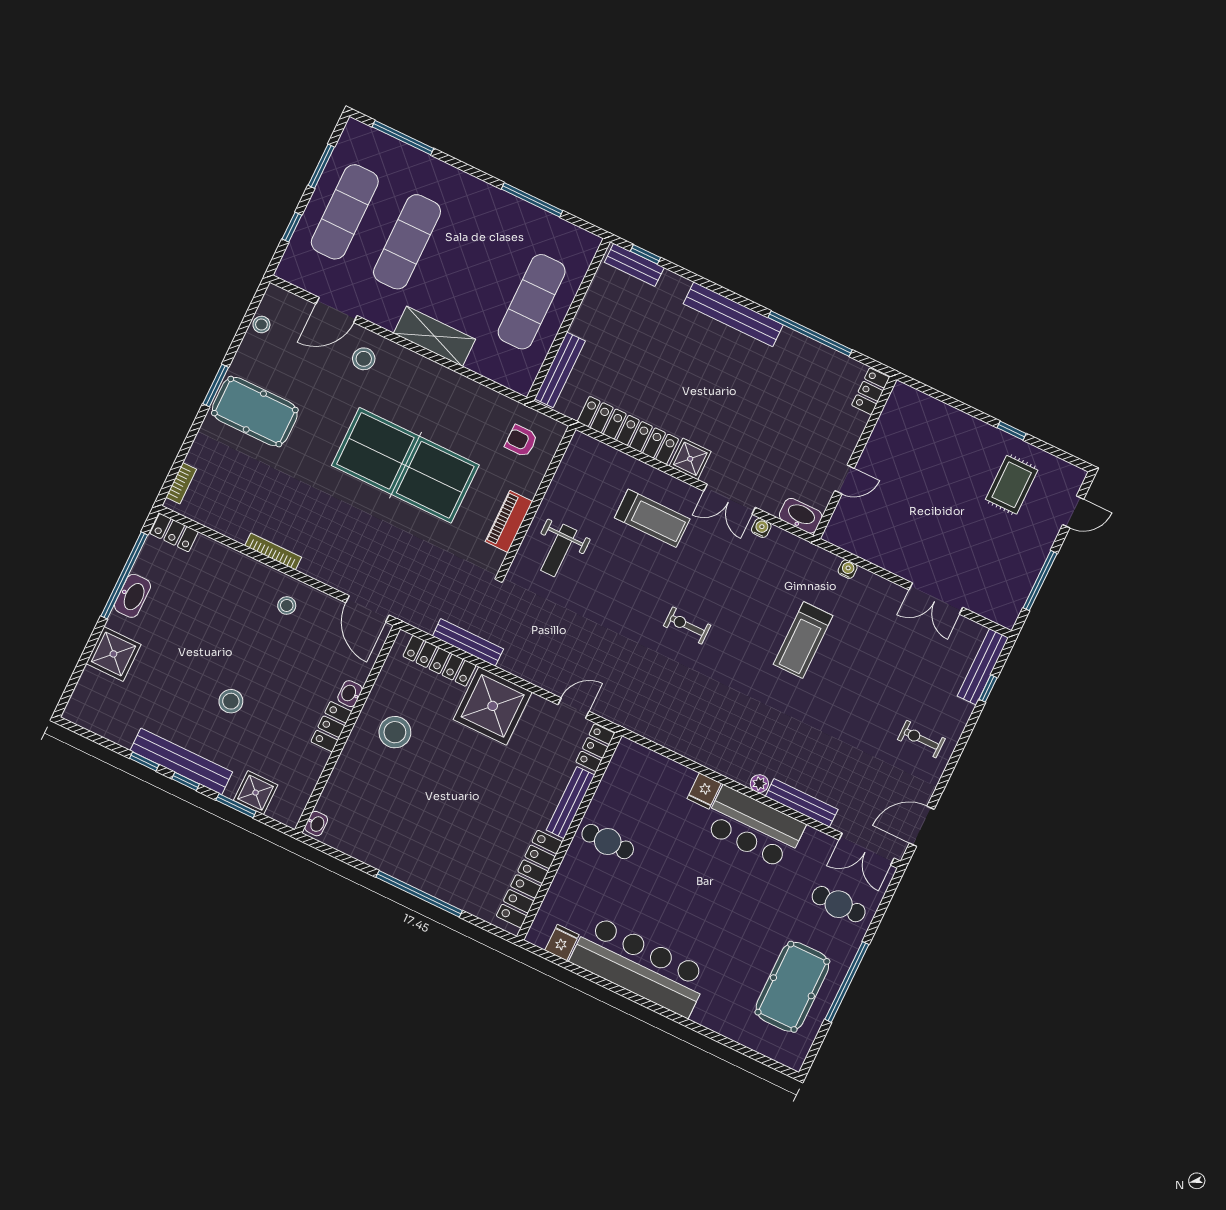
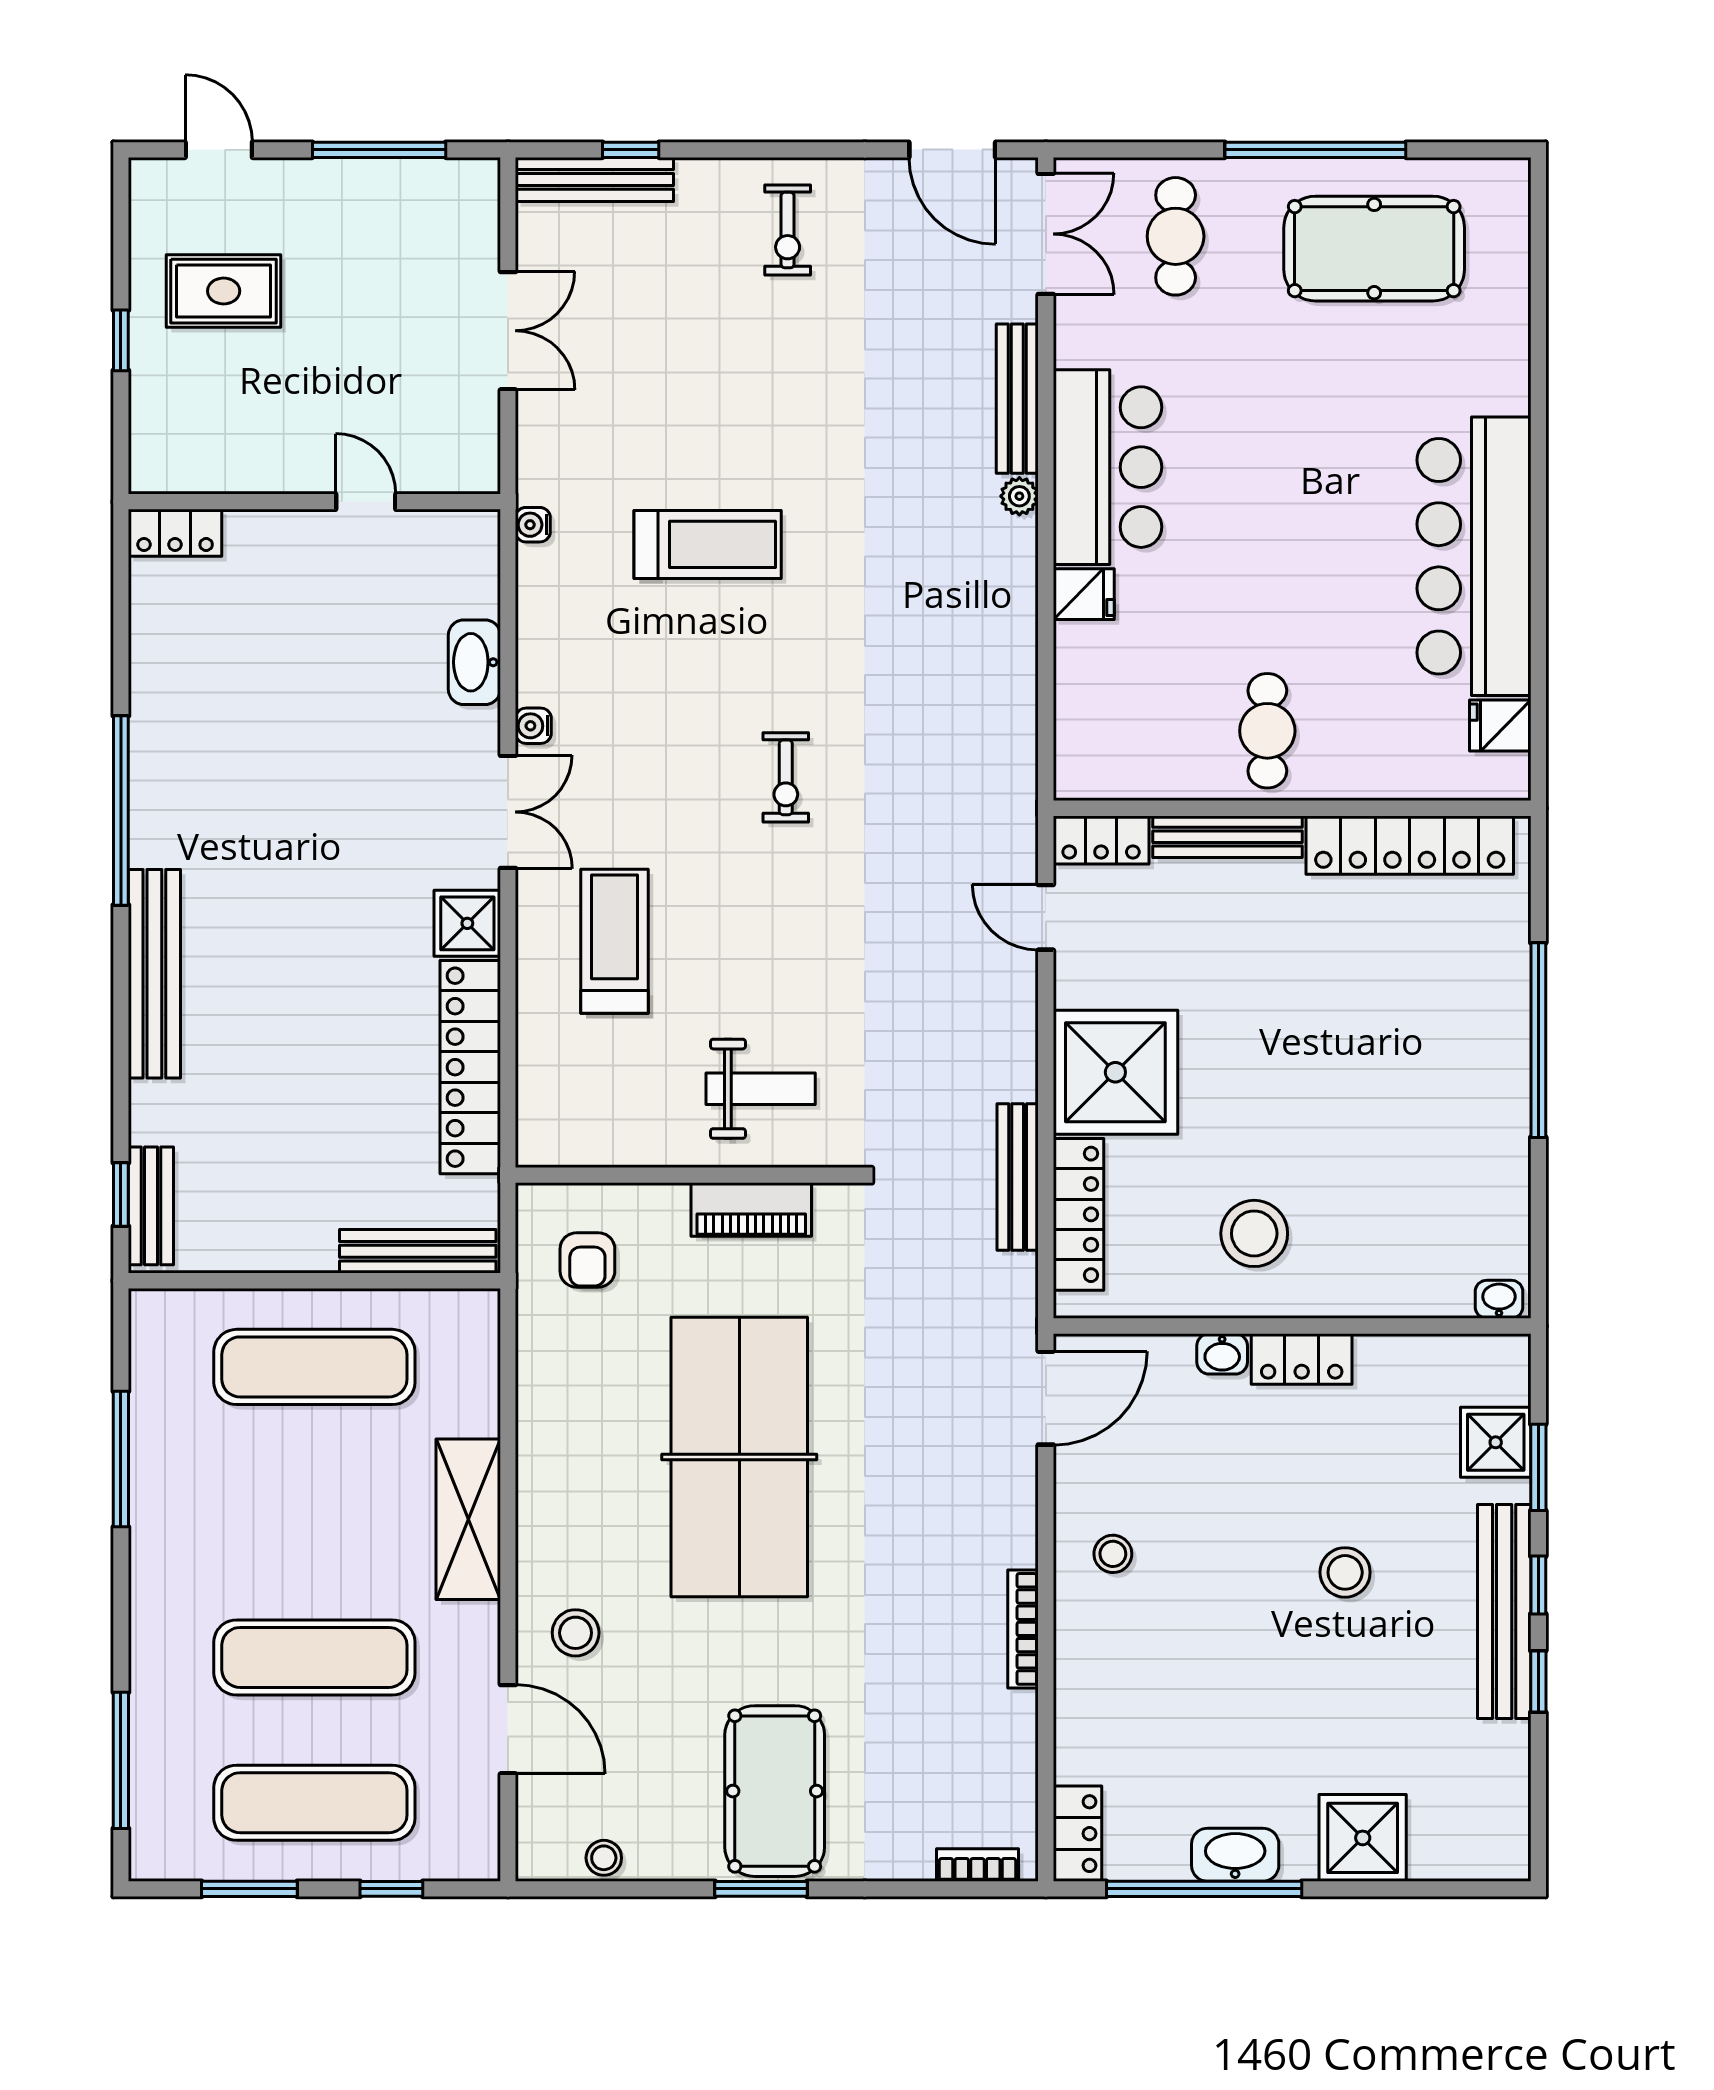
locker: (871, 391) -> (175, 533), moved
wall: (855, 457) -> (314, 502), moved
door: (845, 479) -> (366, 502), moved

